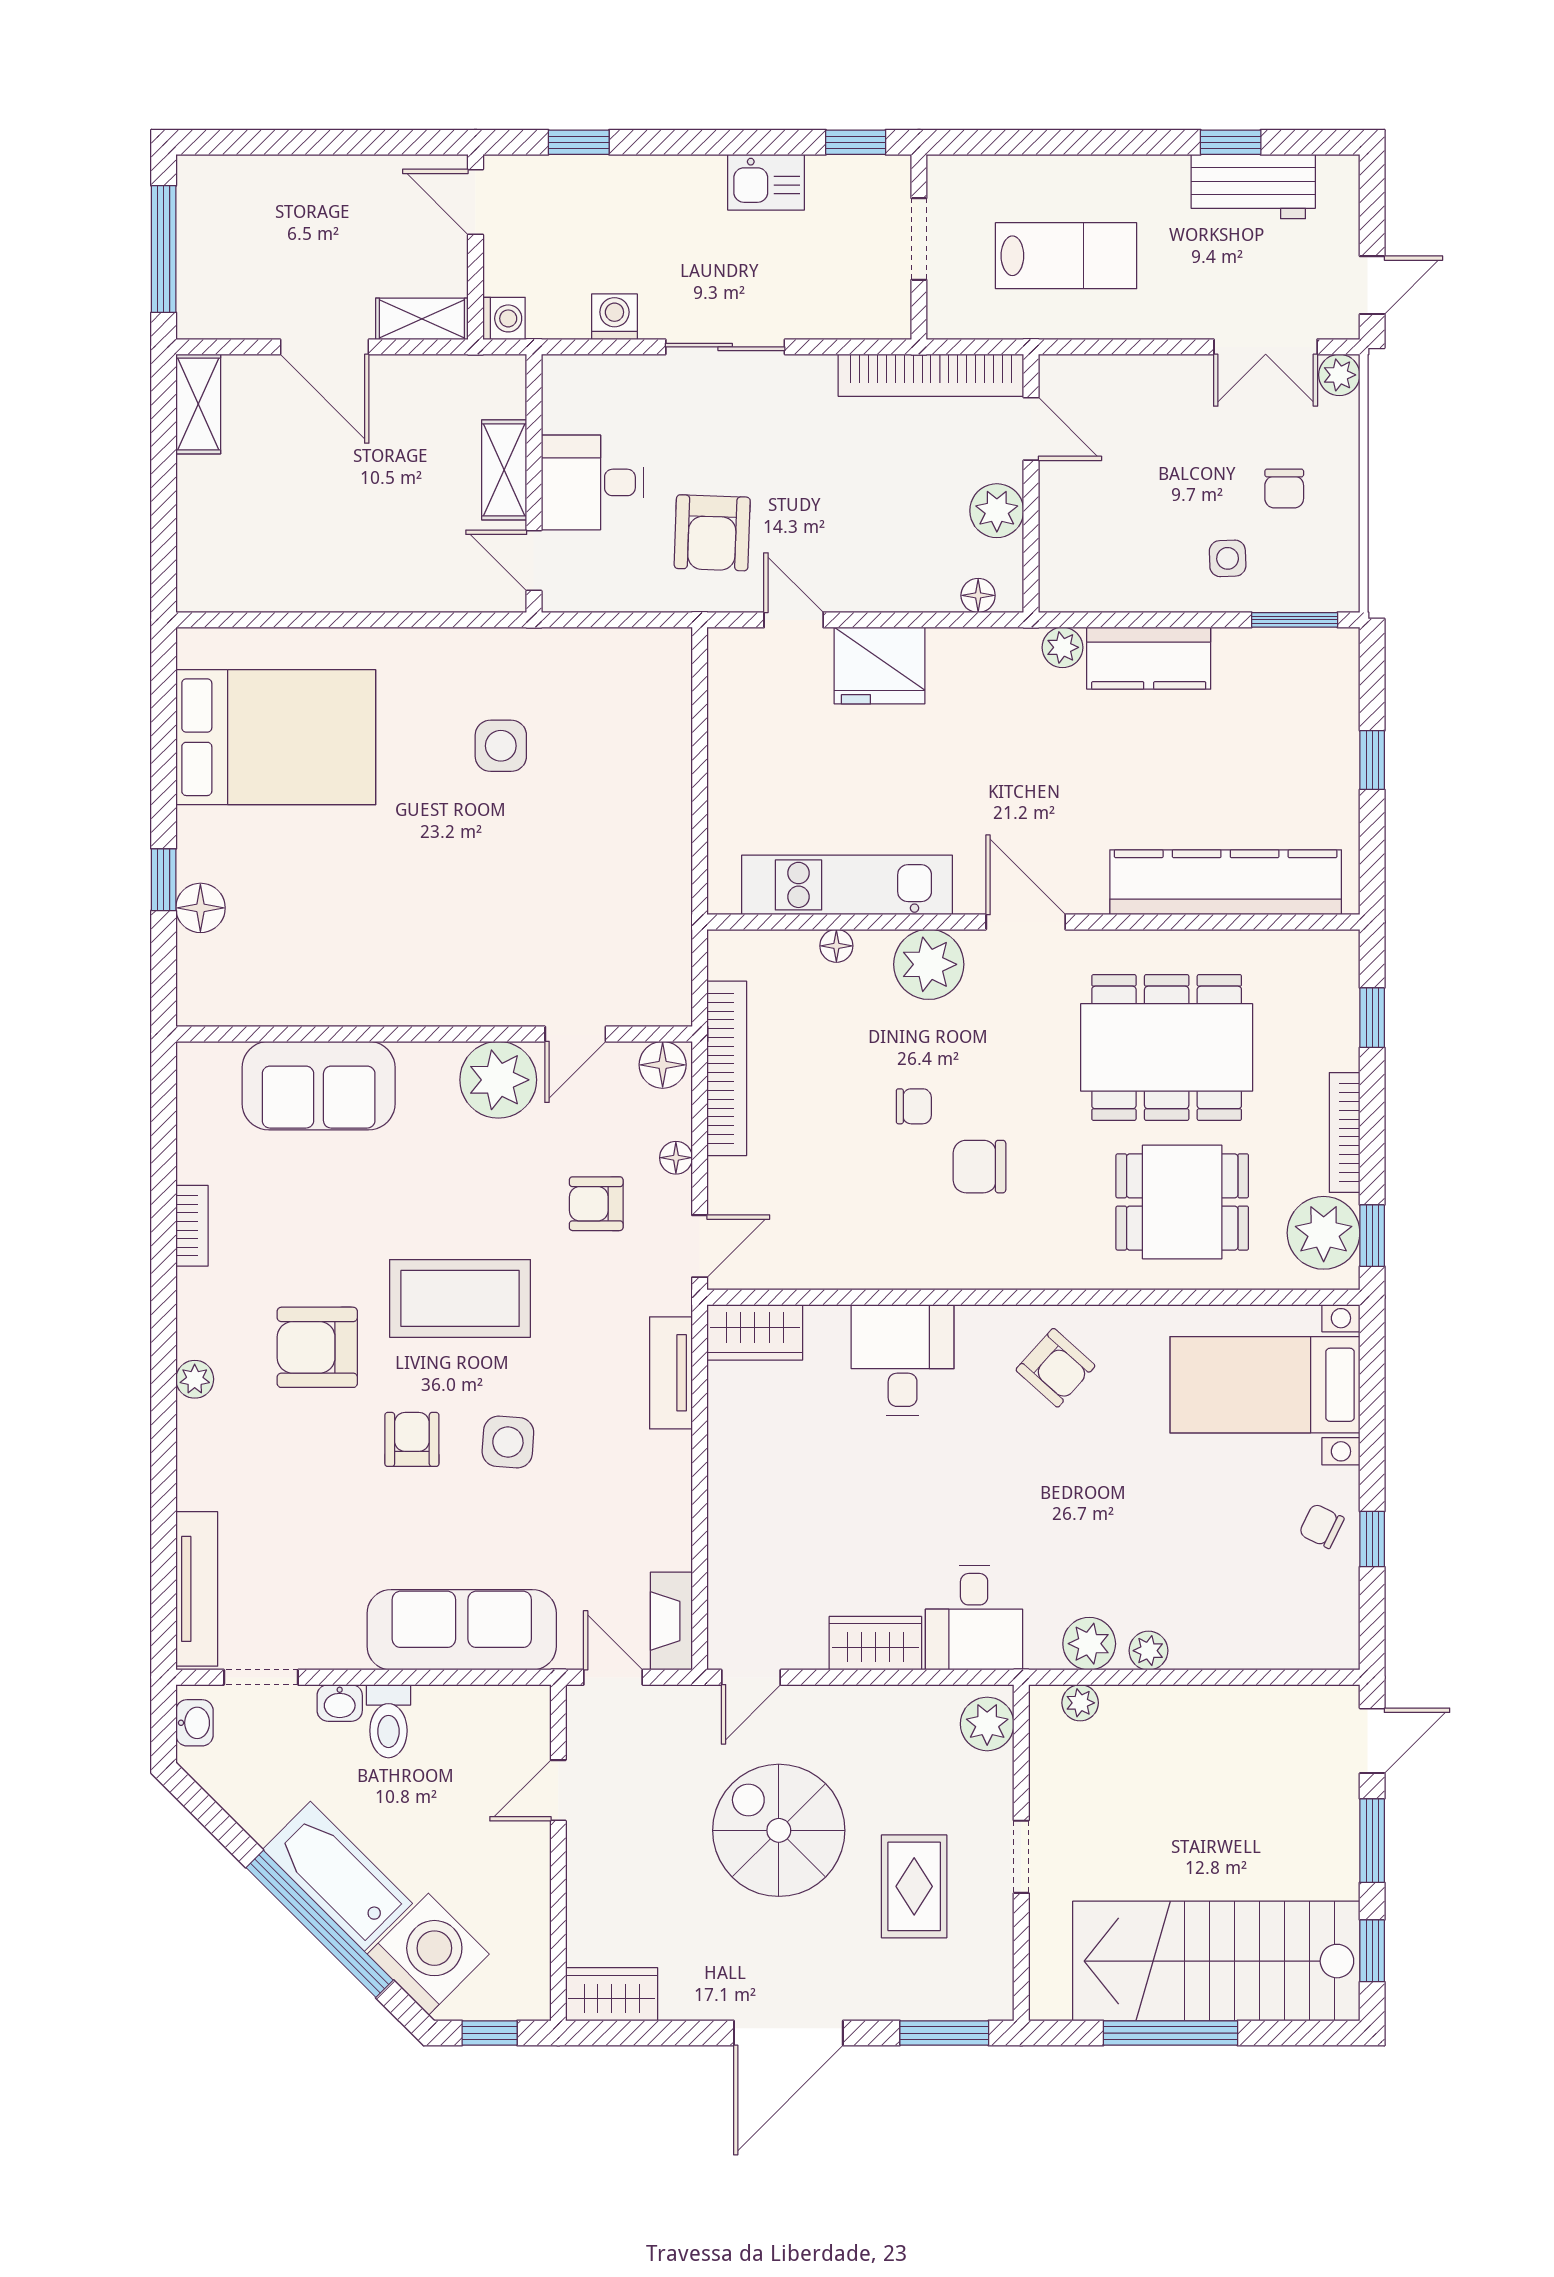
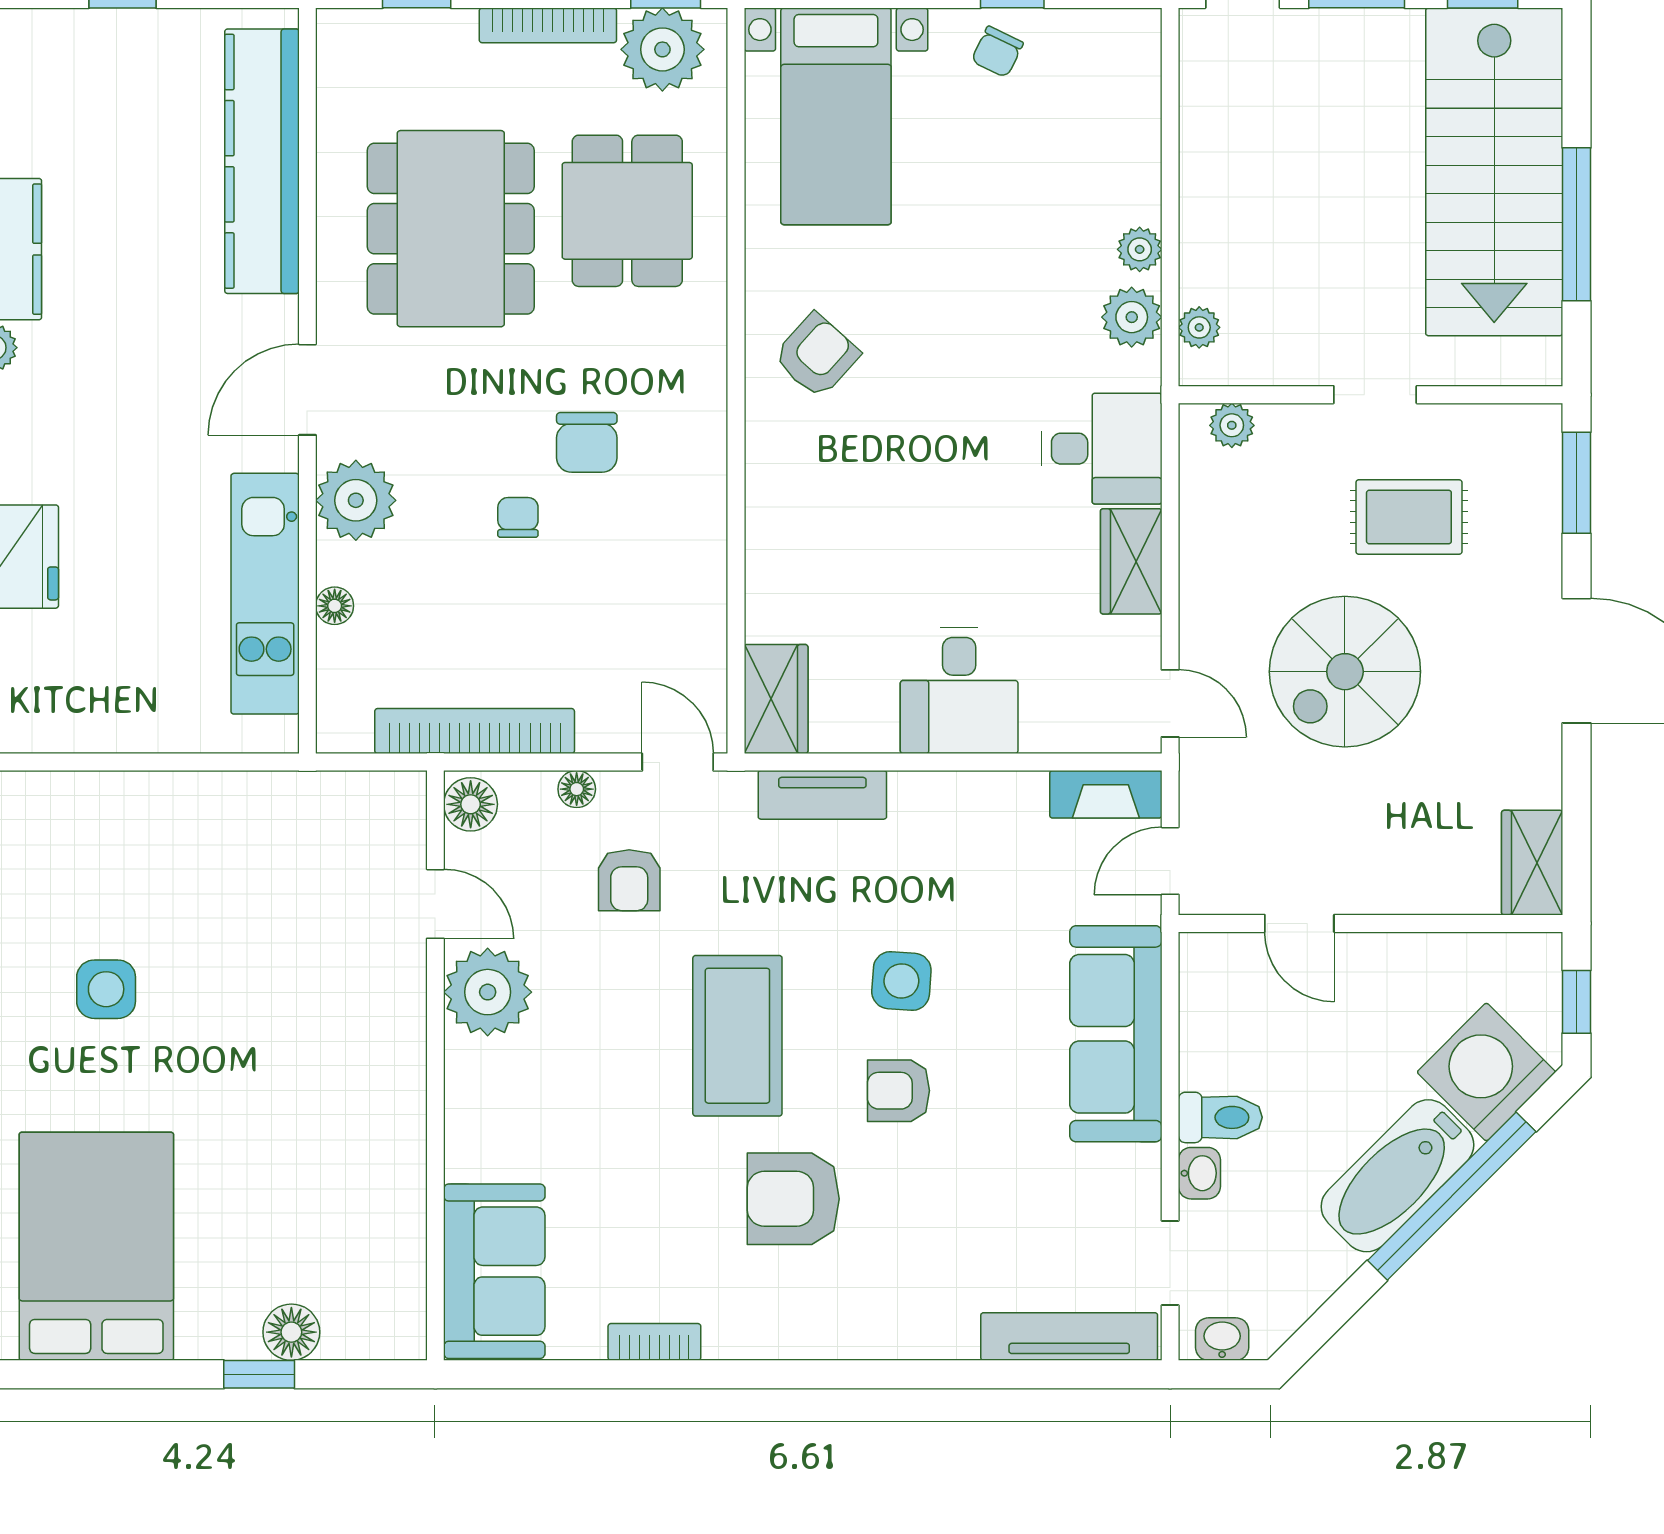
sofa: (319, 1086) -> (494, 1271), moved
armchair: (317, 1347) -> (793, 1199), turned 90
desk: (903, 1360) -> (959, 690), moved, turned -90
plant: (195, 1379) -> (830, 1339), removed
plant: (987, 1724) -> (1232, 425), width x0.73, depth x0.73

